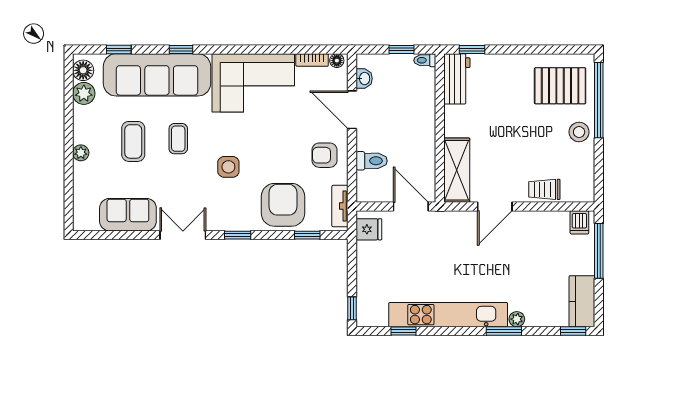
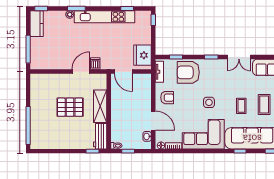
pallet: (560, 86) -> (70, 107), moved
stool: (579, 132) -> (38, 109), removed
toilet: (372, 161) -> (143, 95), removed
side table: (228, 167) -> (209, 102), moved
shelving: (457, 170) -> (100, 106), moved
trolley: (544, 189) -> (56, 80), removed
armchair: (283, 205) -> (188, 72), turned 90
dishwasher: (579, 222) -> (95, 63), moved
fridge: (369, 229) -> (142, 55), width x1.88, depth x1.34

